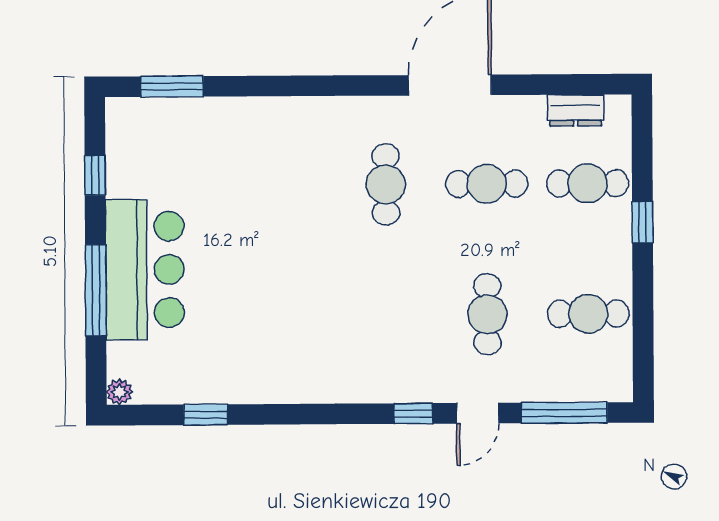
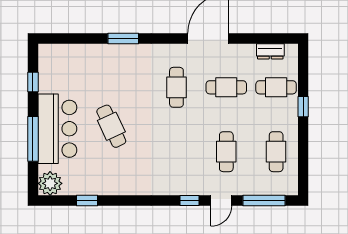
window: (172, 87) -> (123, 38), moved
cafe table: (254, 264) -> (111, 126), added
cafe table: (588, 314) -> (276, 152), turned 90
plant: (119, 392) -> (50, 183), width x1.87, depth x1.87

